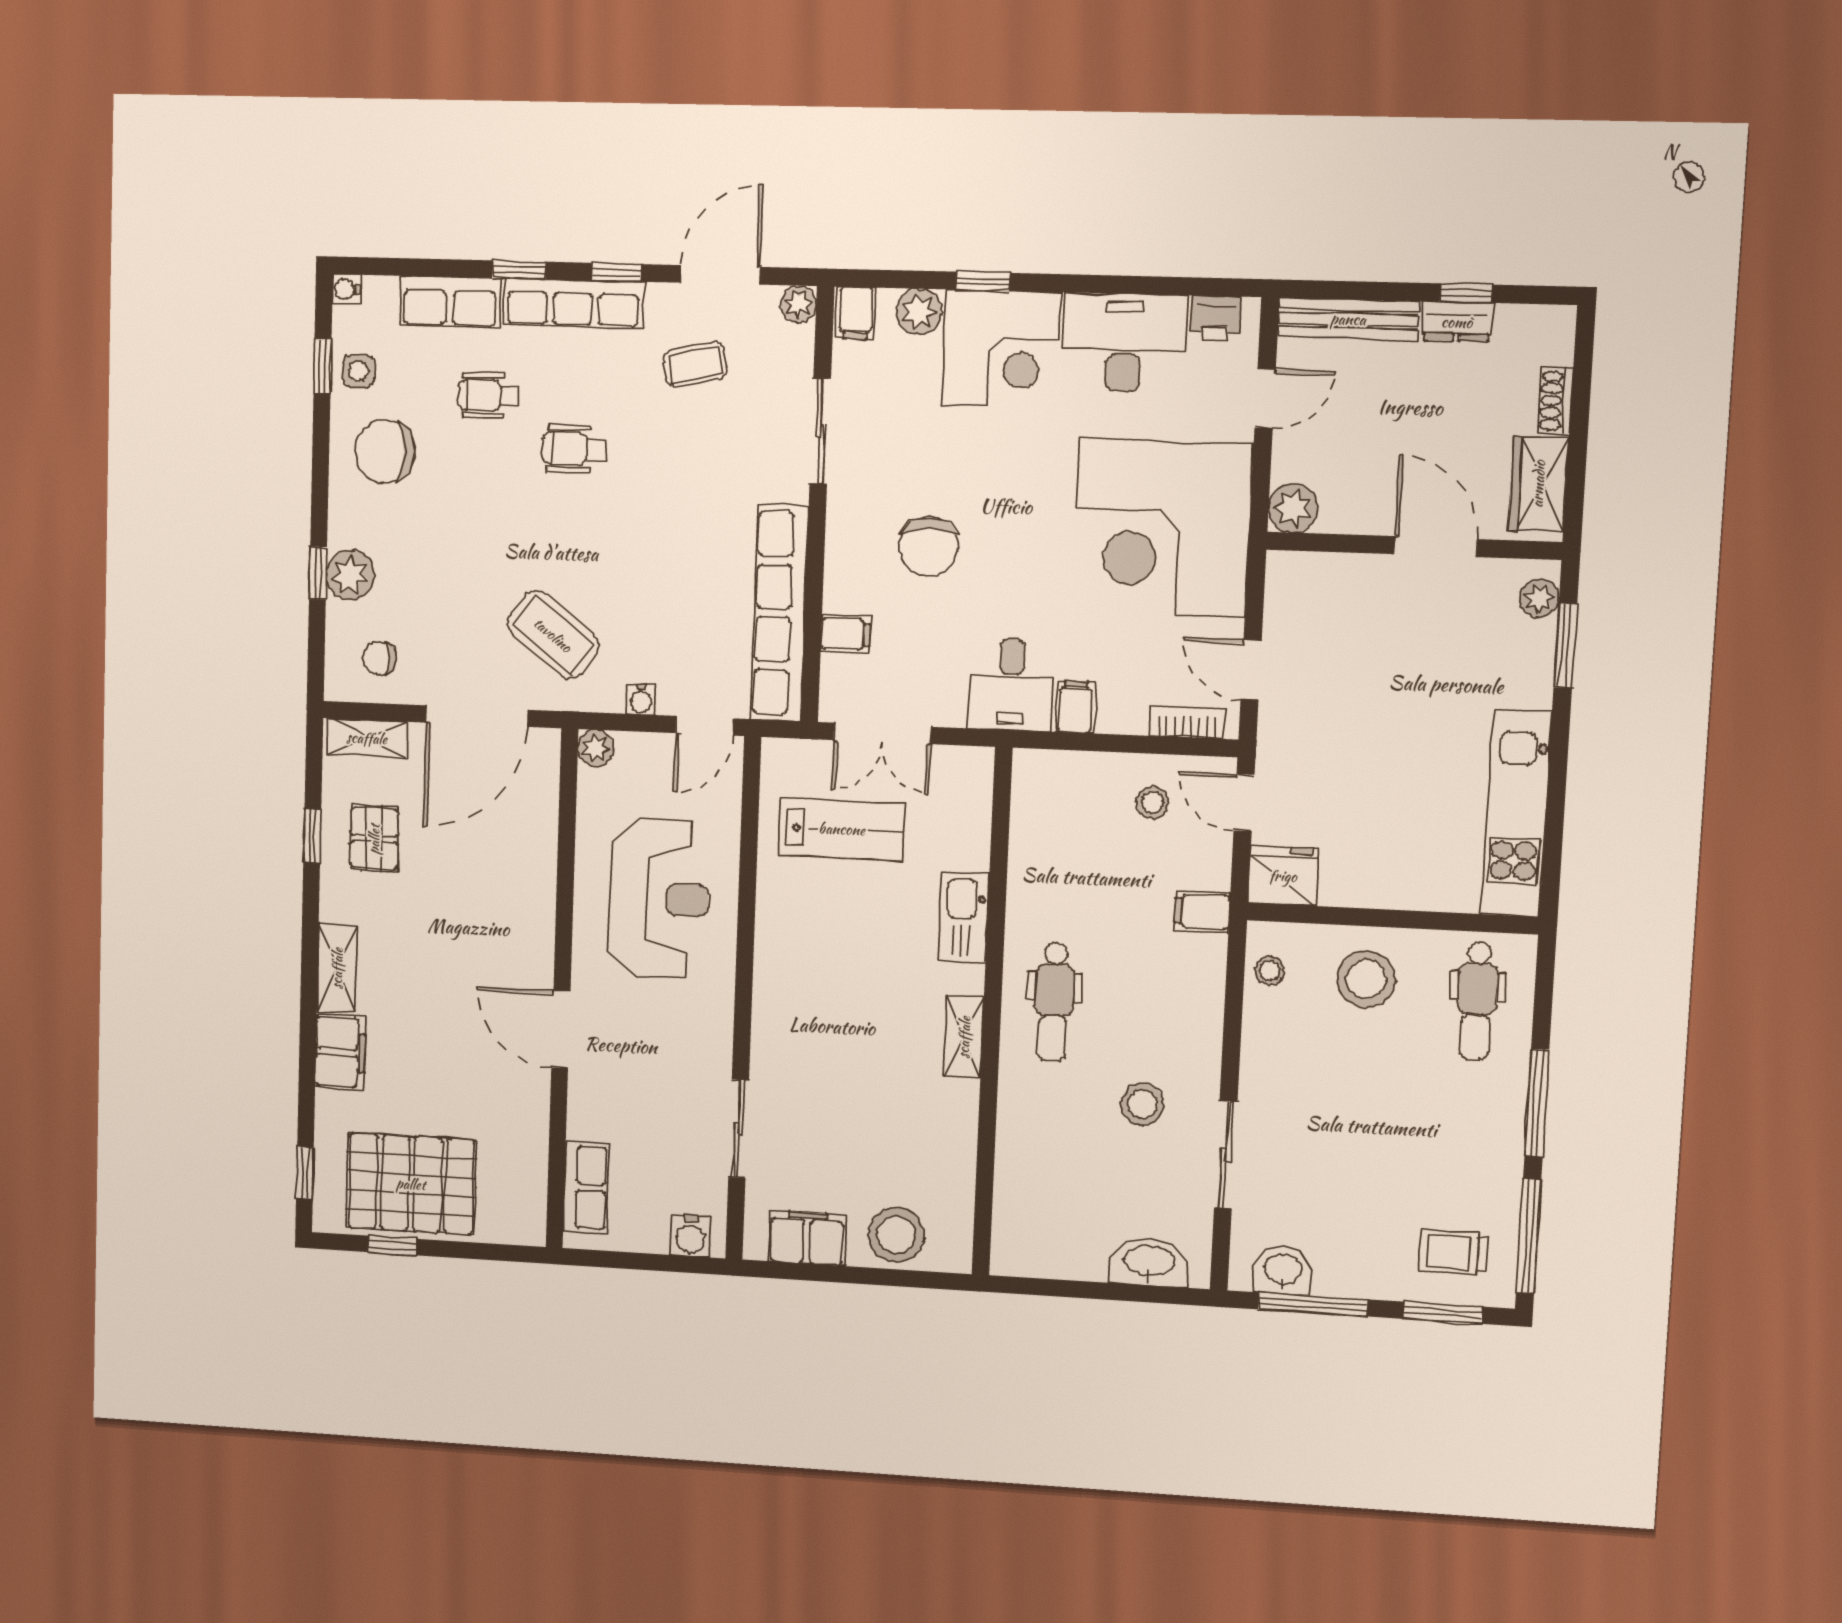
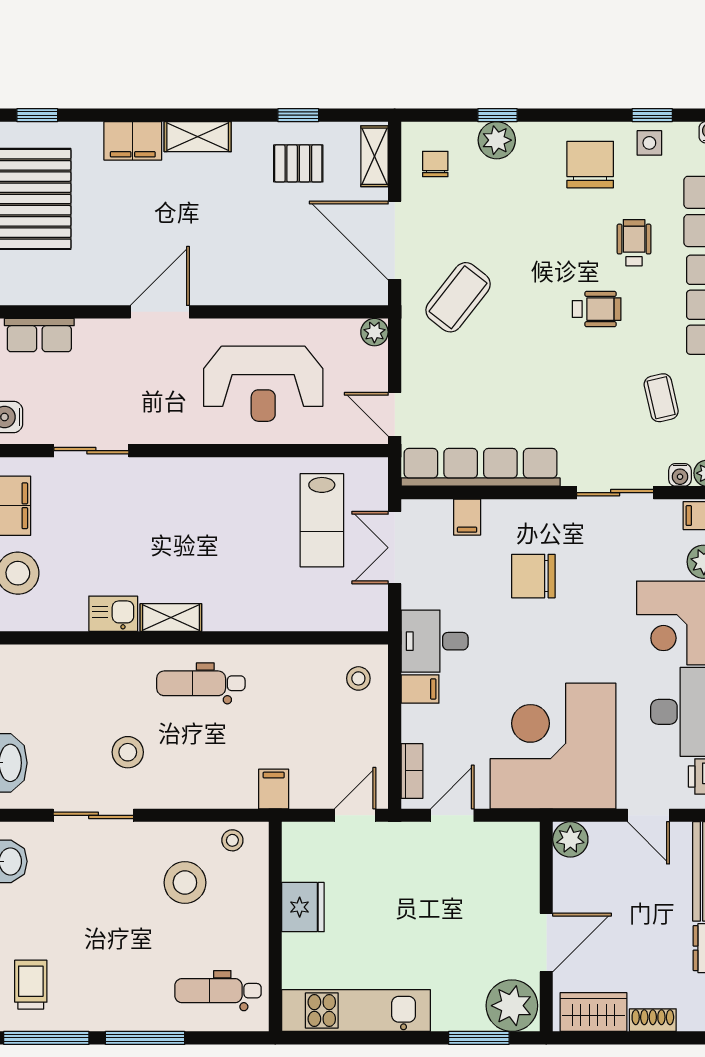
wheelchair: (574, 449) -> (597, 309), turned 90
plant: (1539, 598) -> (512, 1006), width x1.88, depth x1.88
water cooler: (641, 699) -> (680, 475), moved, turned -90
stool: (1152, 802) -> (358, 678), moved
fridge: (1283, 876) -> (303, 907), moved
kitchen sink: (964, 917) -> (113, 614), moved, width x0.73
stool: (1366, 979) -> (185, 883), moved

